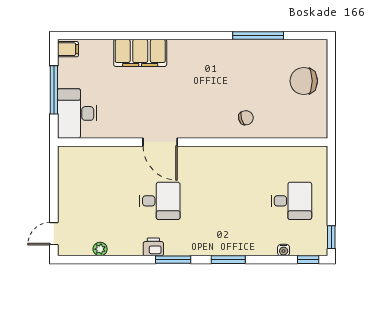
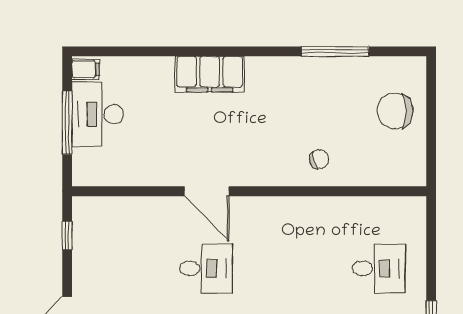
filing cabinet: (140, 53) -> (210, 74), moved
desk: (77, 113) -> (98, 114), moved
window: (54, 176) -> (67, 235), added

